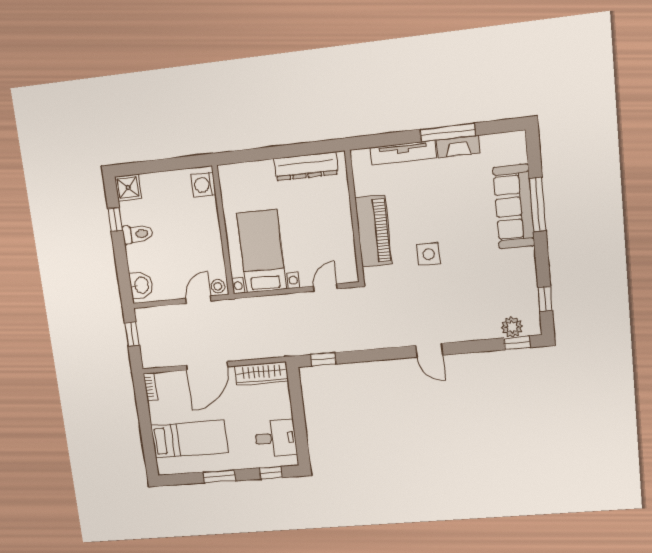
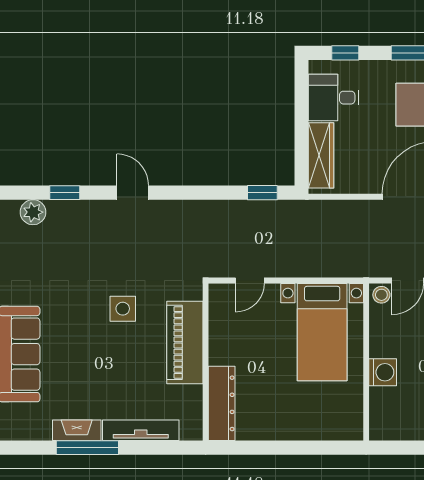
dresser: (306, 166) -> (222, 403), moved, turned 90
washing machine: (204, 185) -> (383, 372), moved
window: (517, 343) -> (65, 193), moved
wardrobe: (261, 373) -> (321, 155), moved, turned 90

